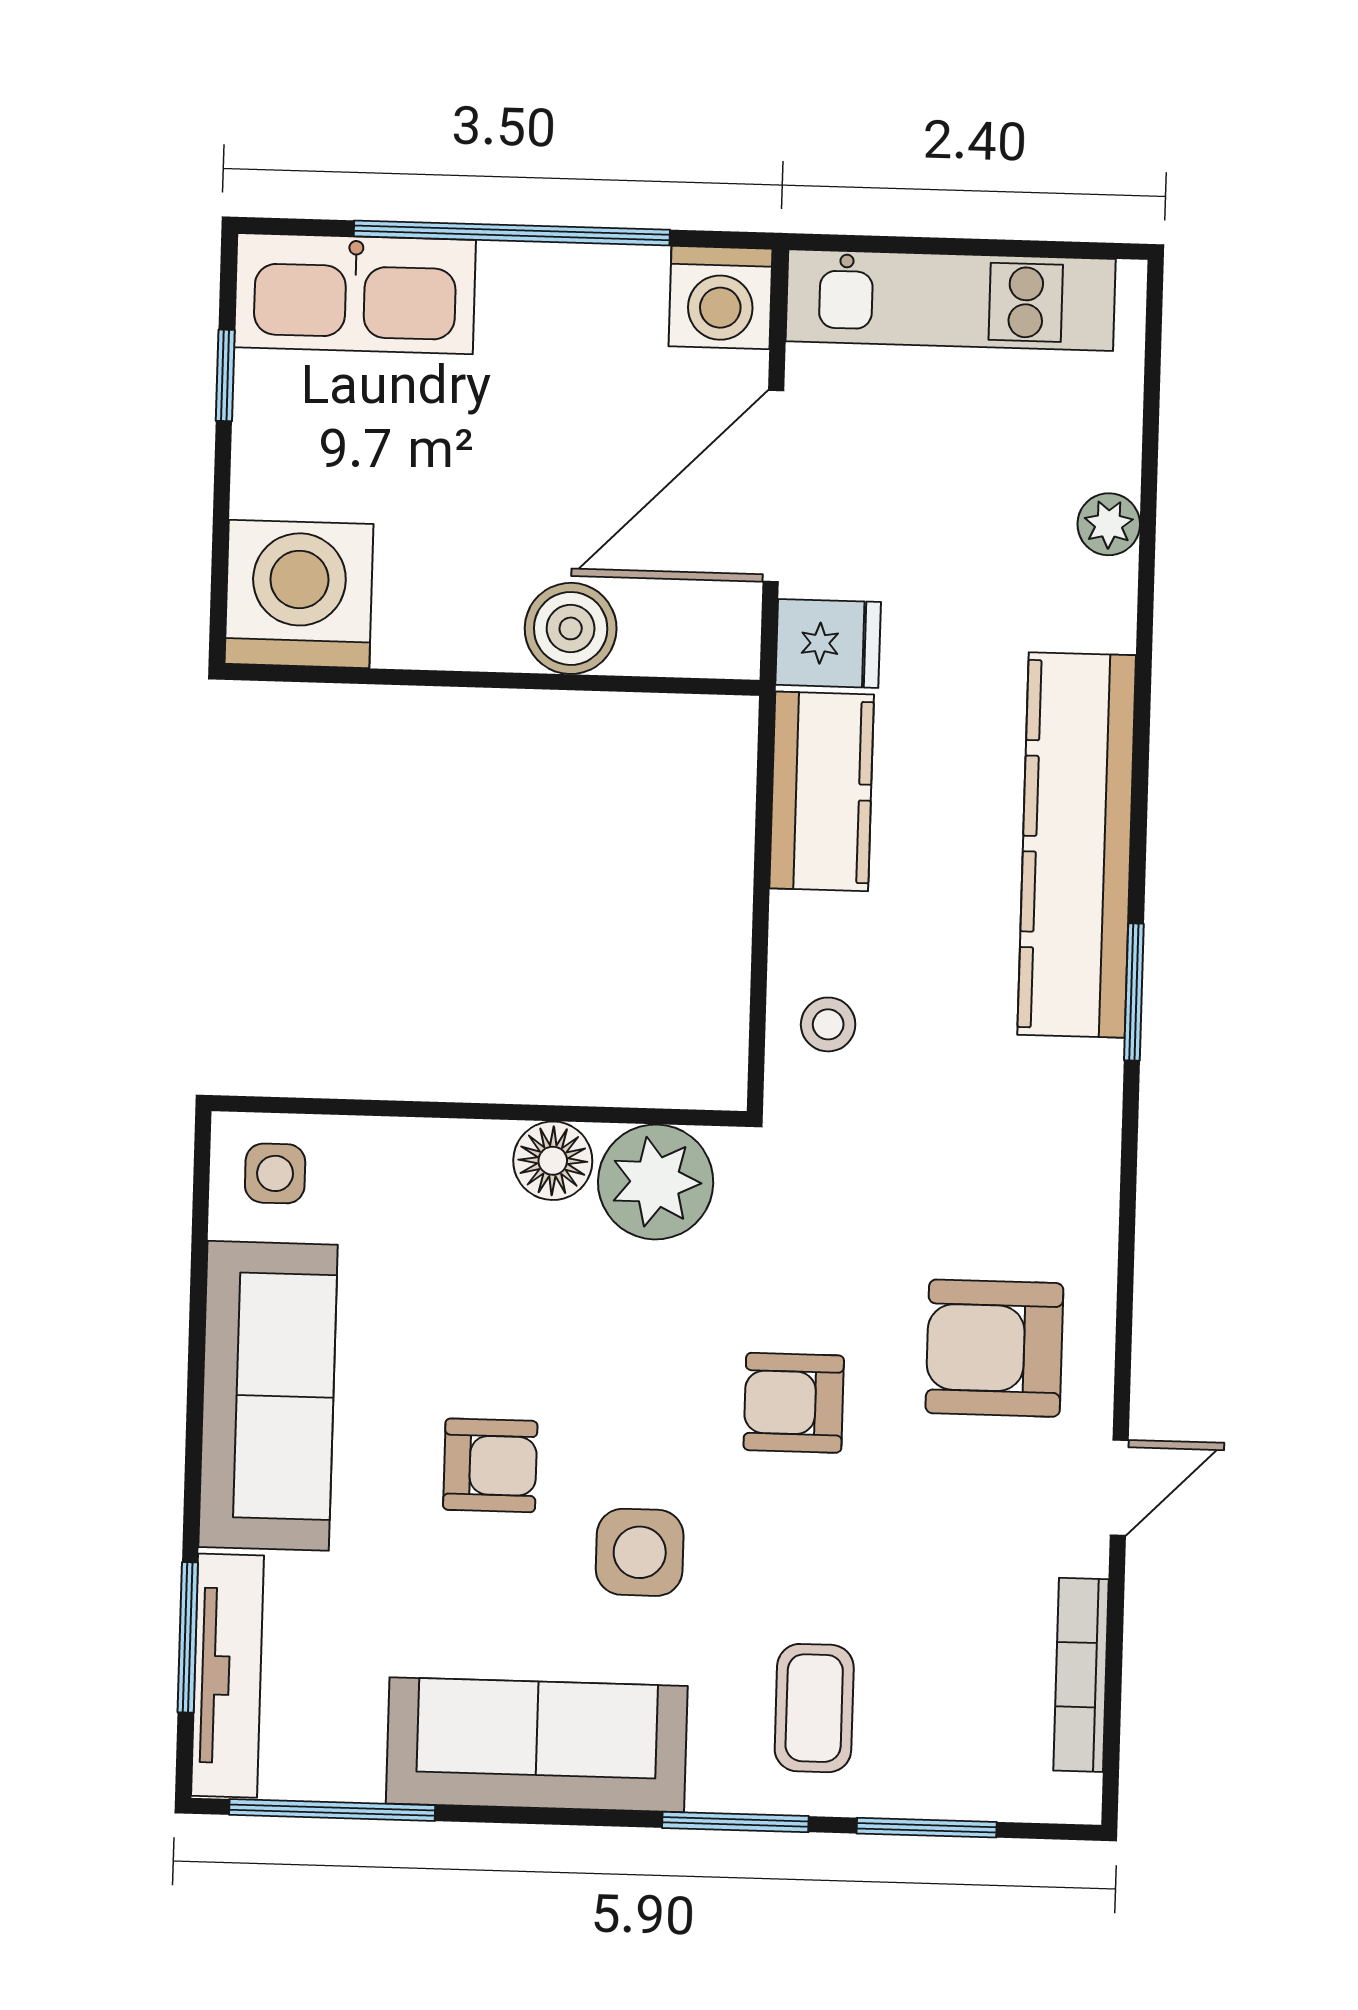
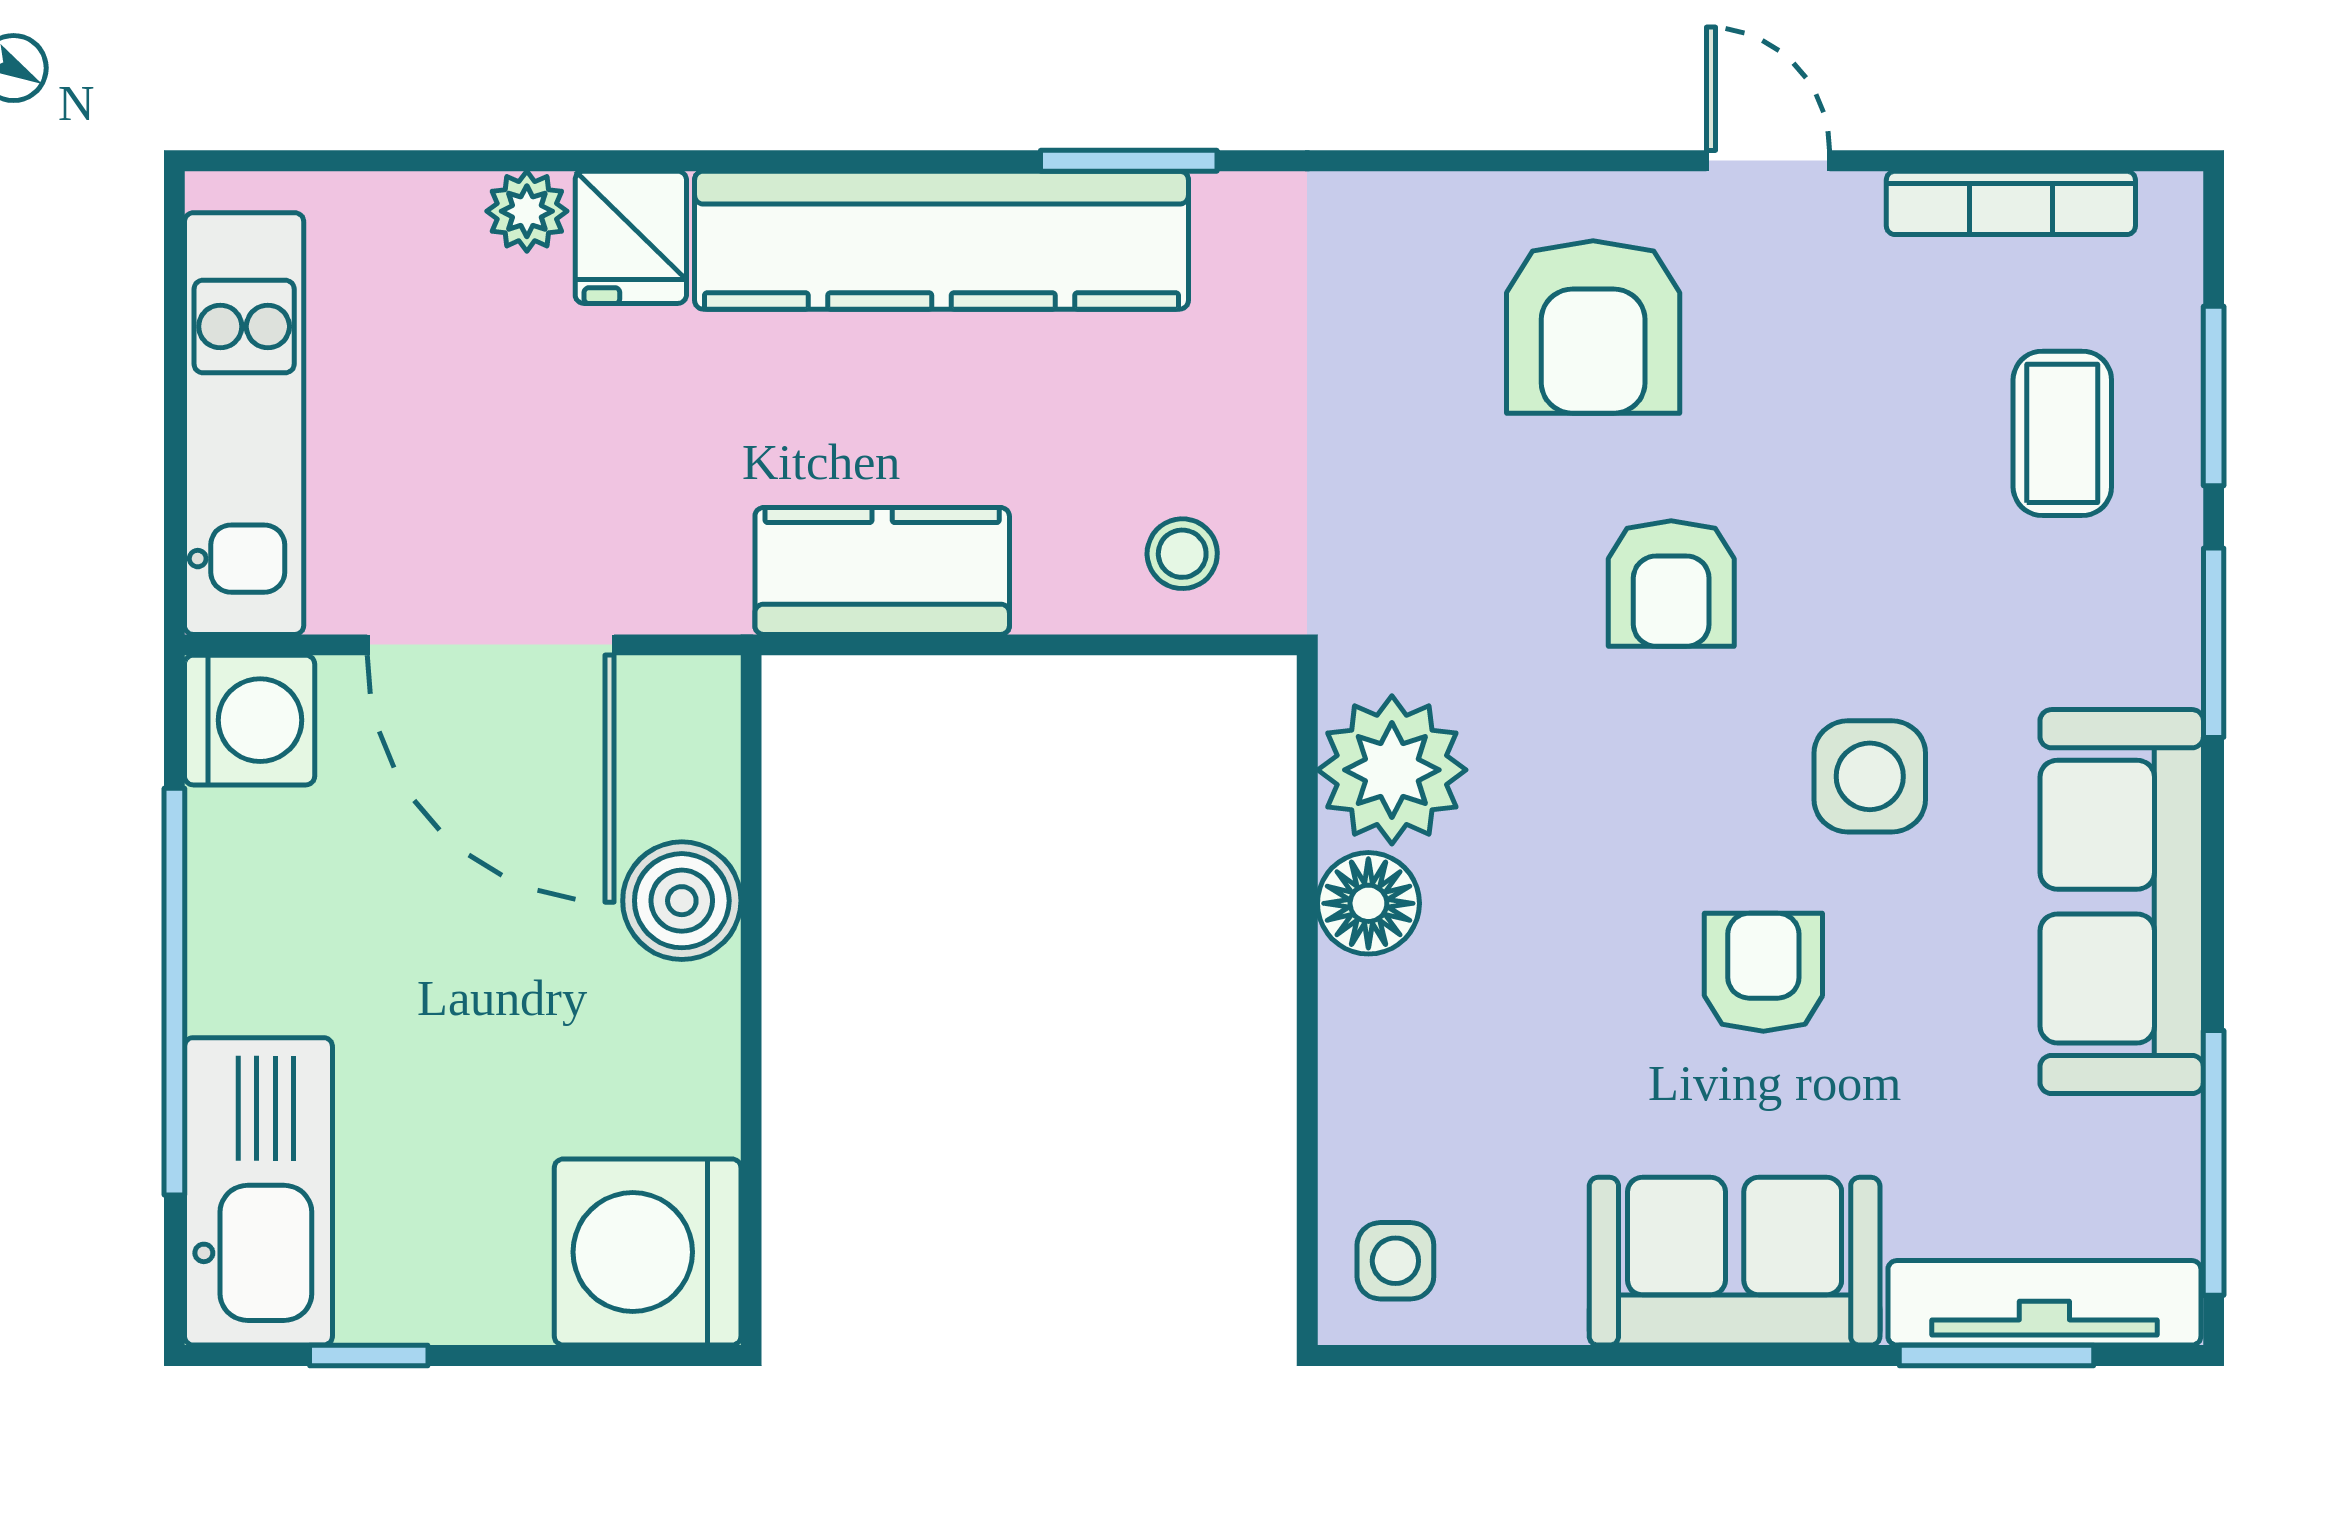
fridge: (828, 643) -> (631, 237), moved, turned 180
sofa: (268, 1396) -> (1735, 1261), width x0.73
coffee table: (814, 1708) -> (2062, 433), moved, turned 90

